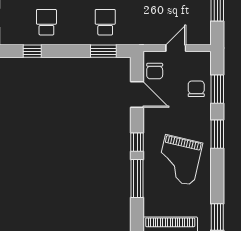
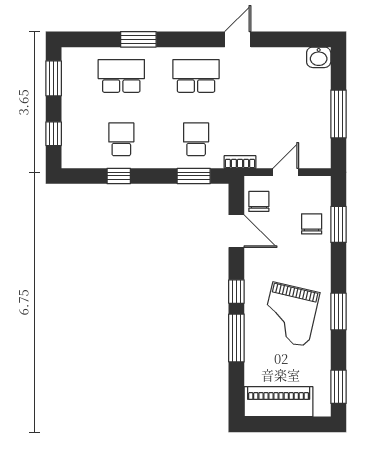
bookcase: (140, 40) -> (240, 162), added
window: (32, 51) -> (119, 176), moved
chair: (155, 71) -> (259, 201), turned 180
window: (217, 134) -> (338, 311), moved

